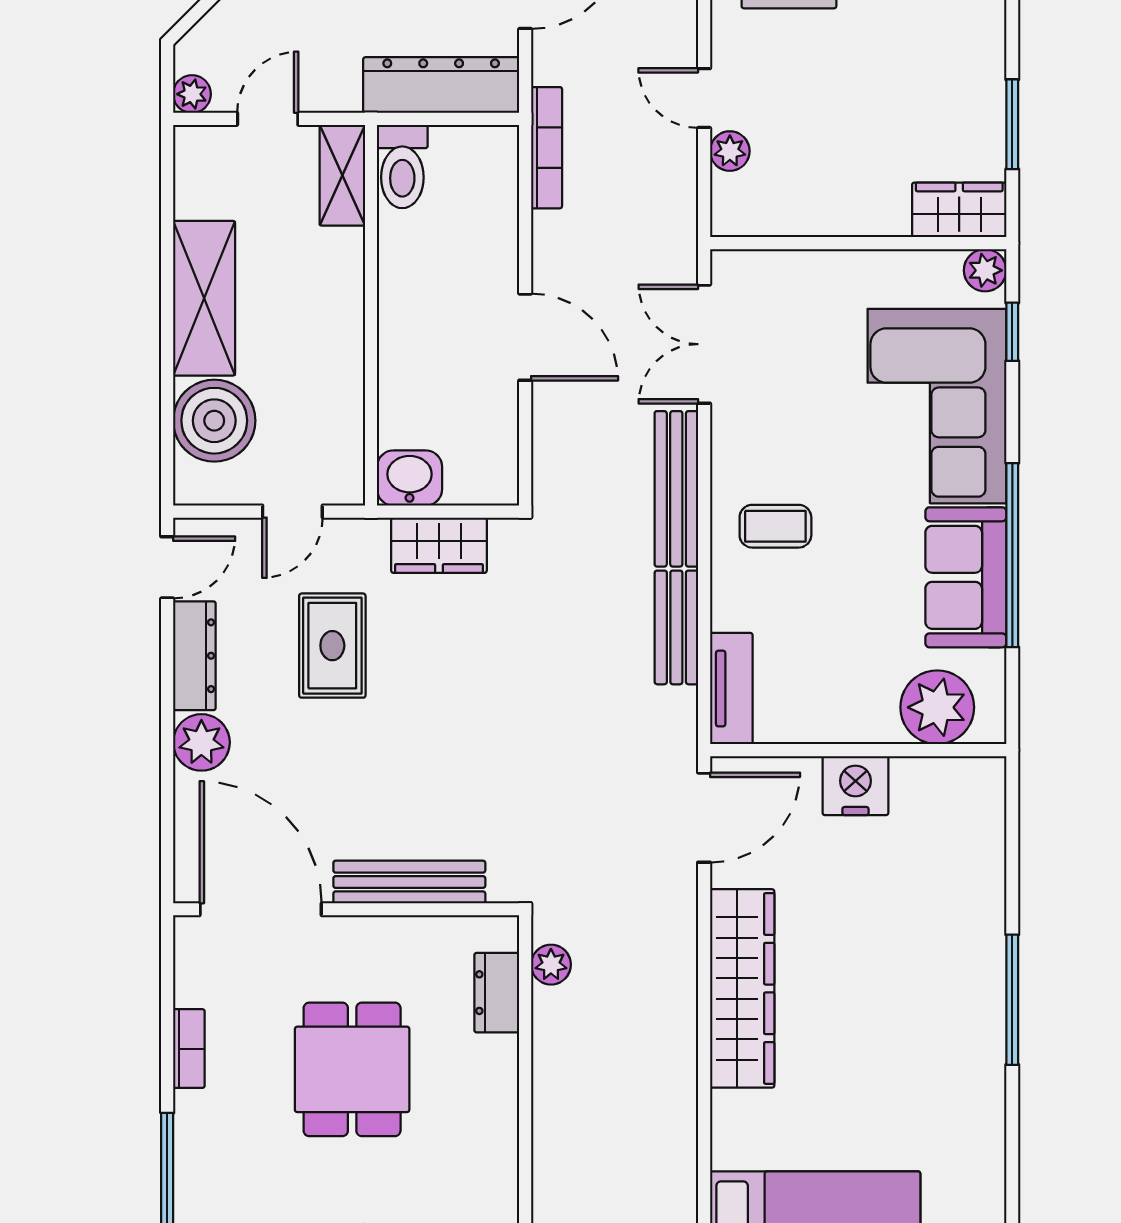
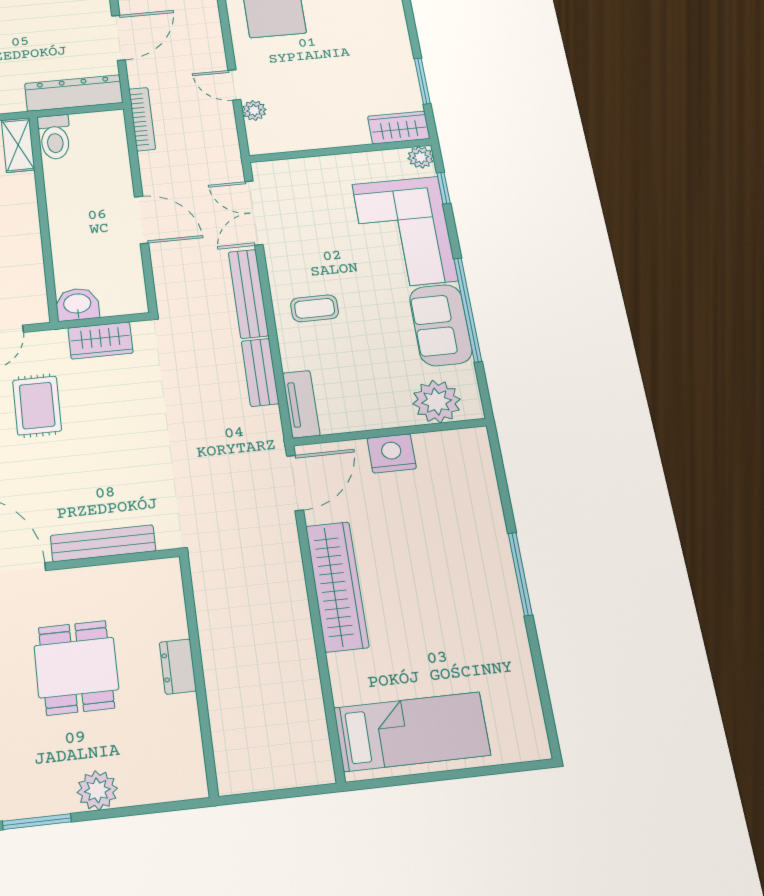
plant: (551, 965) -> (205, 585), removed
dresser: (497, 993) -> (178, 667), moved

